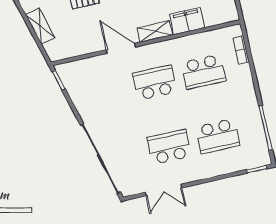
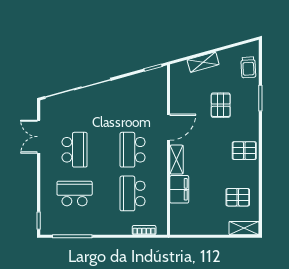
school desk: (155, 83) -> (133, 150), turned 180
school desk: (218, 136) -> (75, 193), turned 90

